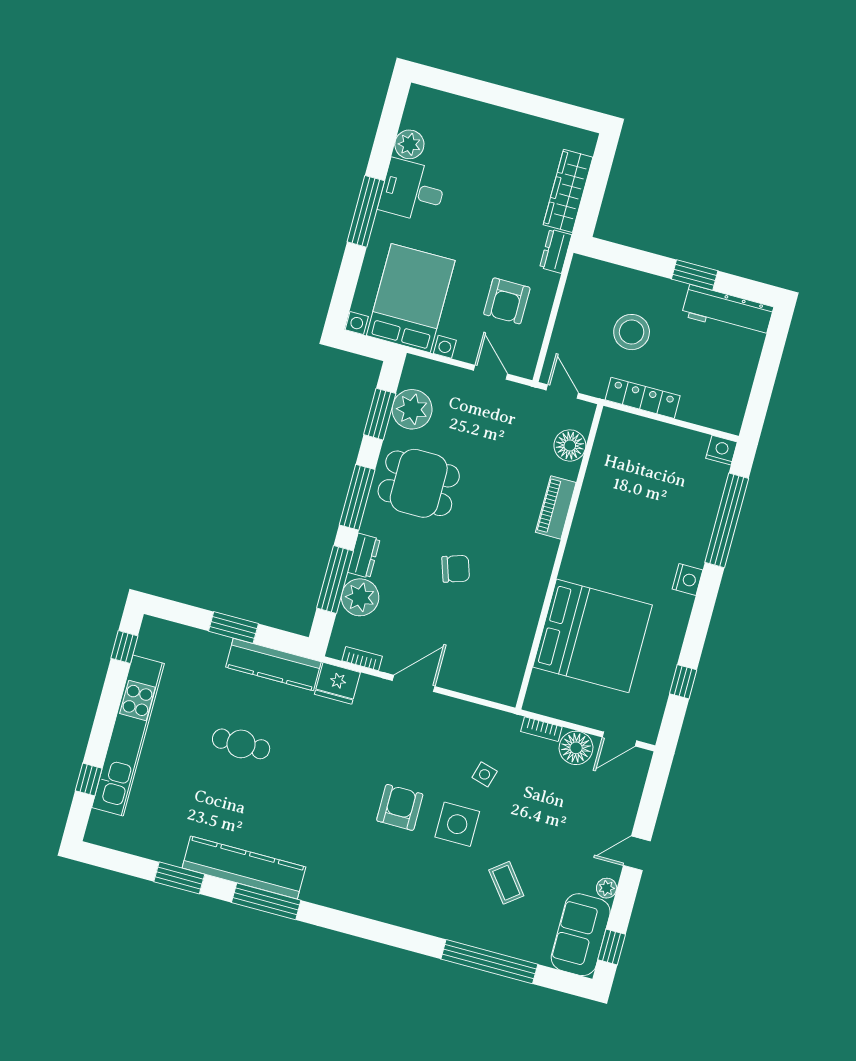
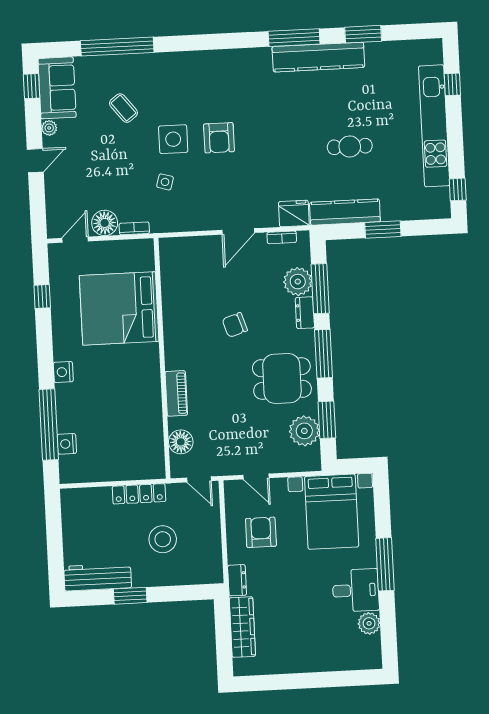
nightstand: (722, 450) -> (67, 444), moved, turned 90

